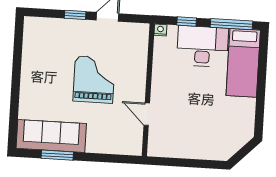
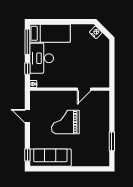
window: (75, 15) -> (27, 155), moved
sofa: (51, 136) -> (50, 158), moved, turned 90
nightstand: (240, 139) -> (96, 32), added

